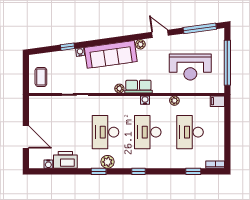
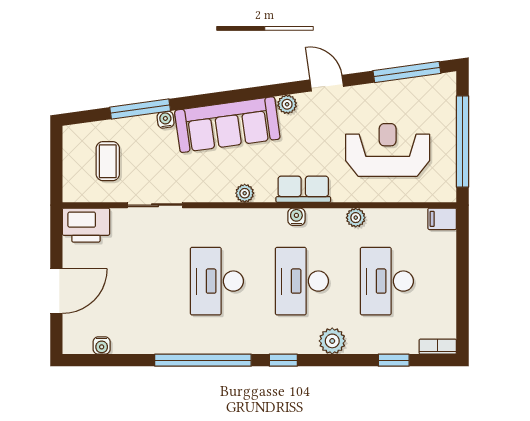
window: (67, 47) -> (140, 109), width x2.17
reception desk: (190, 67) -> (388, 150), turned 180
coffee table: (41, 77) -> (108, 161), moved
row of seats: (138, 87) -> (303, 189), moved
door: (26, 137) -> (56, 291), hinge flipped
printer: (65, 160) -> (86, 225), moved, turned 180
plant: (107, 162) -> (332, 341), moved
window: (99, 171) -> (203, 360), width x3.17

